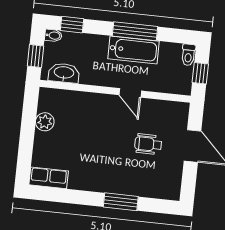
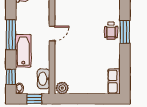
bathtub: (133, 50) -> (23, 51), moved
plant: (45, 122) -> (62, 88), moved
wheelchair: (148, 144) -> (111, 31), moved

